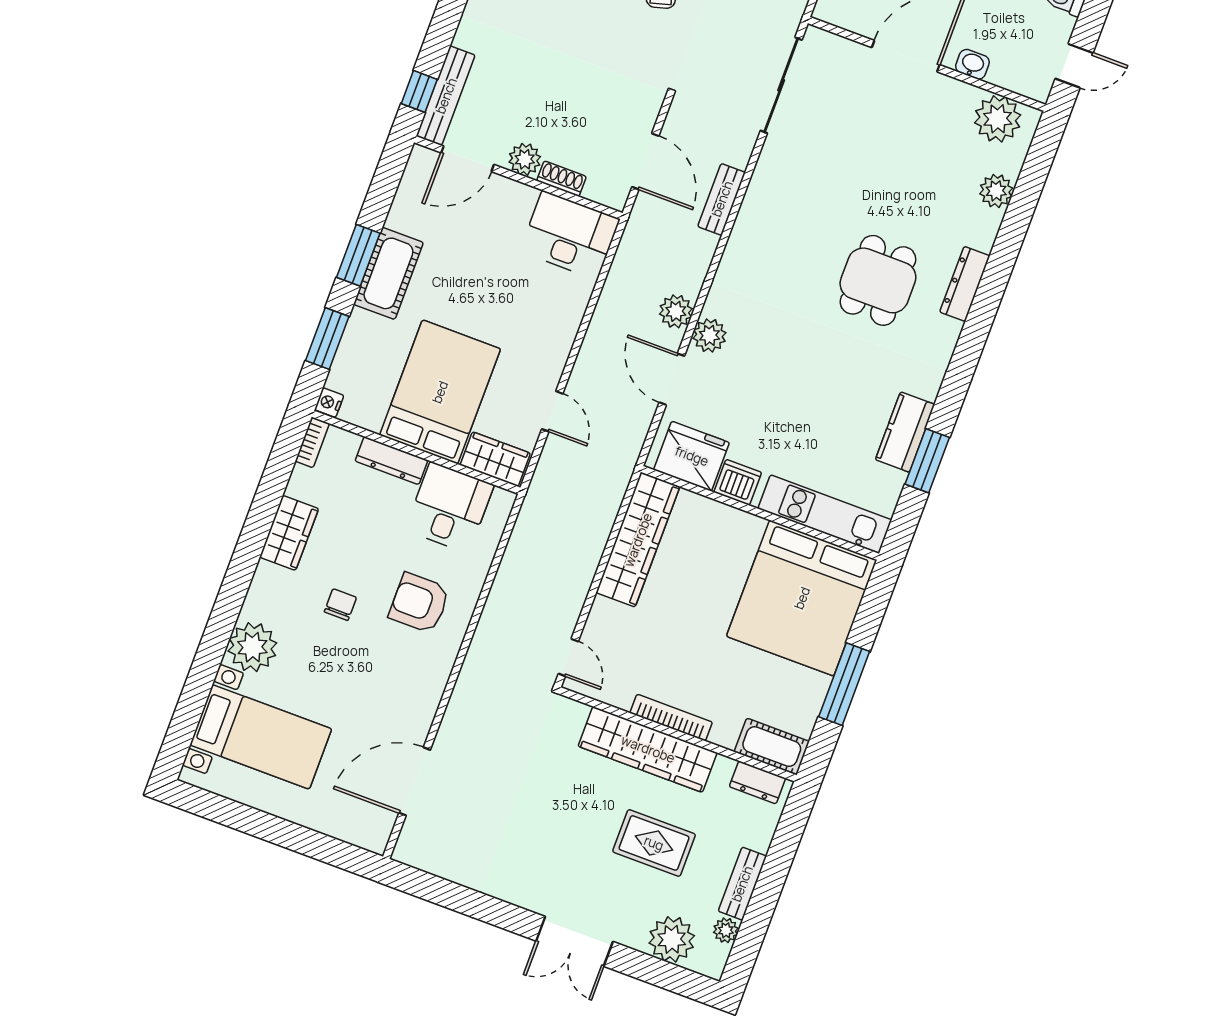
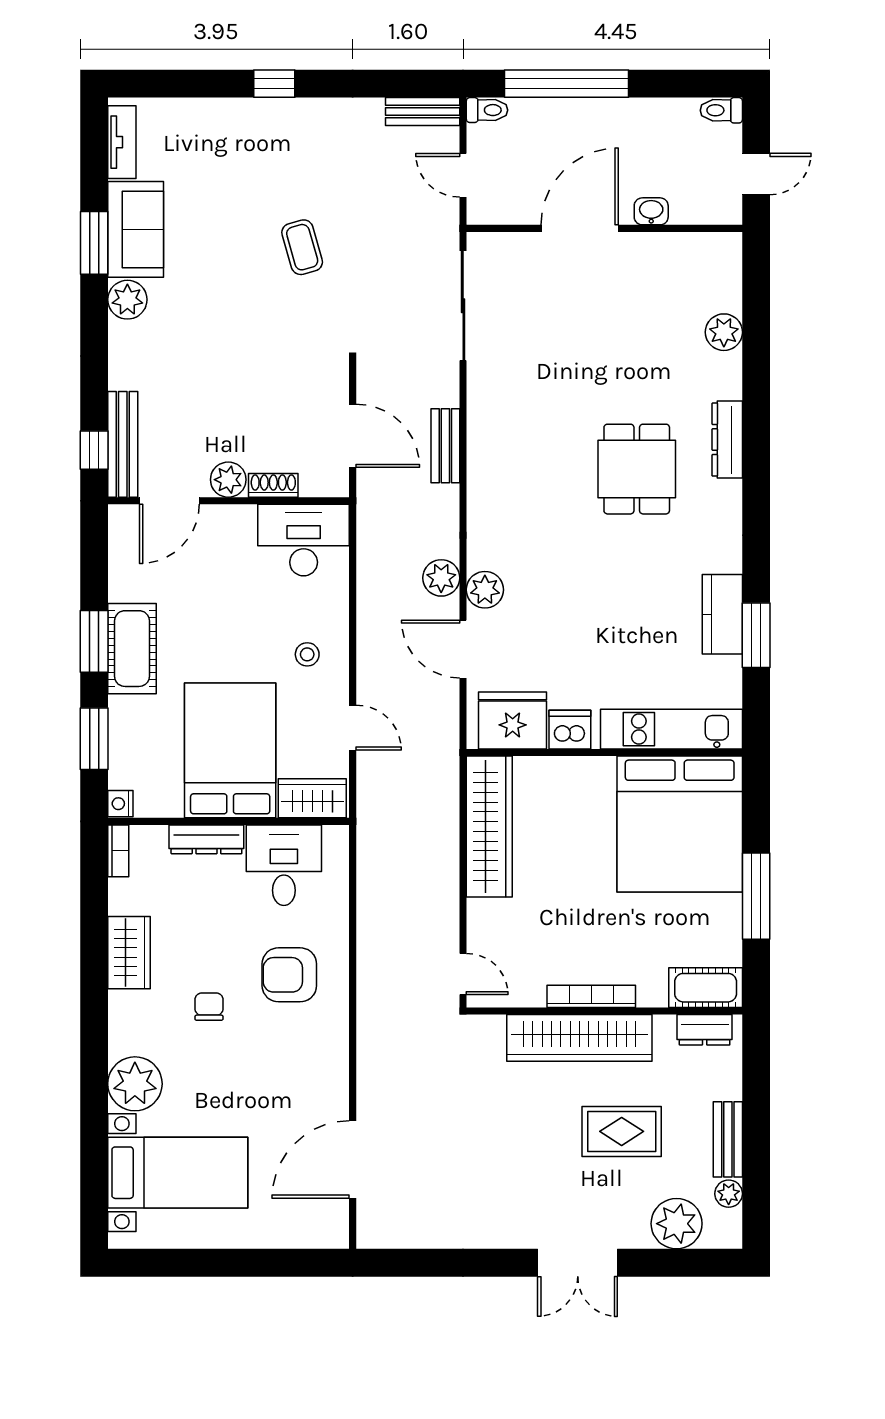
plant: (998, 119) -> (698, 258), removed
stool: (537, 334) -> (307, 654), added

